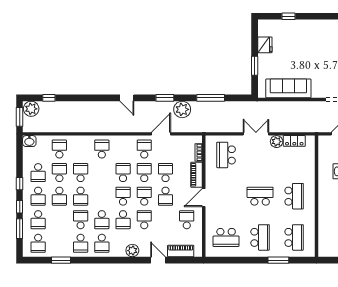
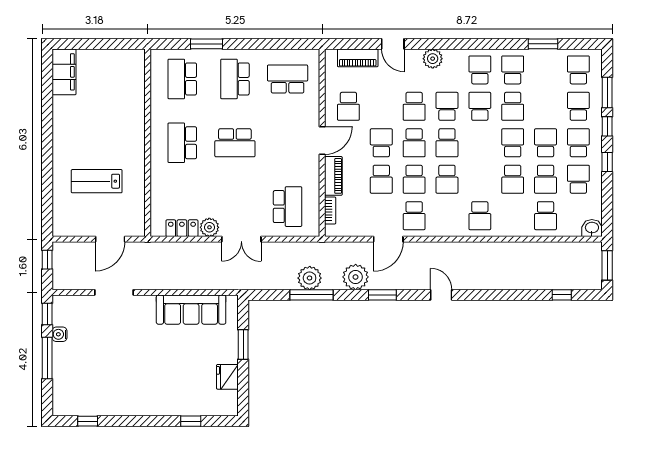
plant: (31, 109) -> (310, 278), moved

